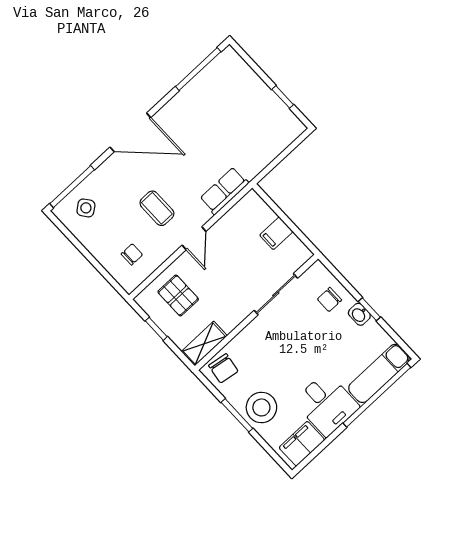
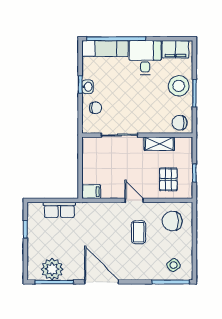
plant: (213, 81) -> (52, 269), added
door: (130, 132) -> (102, 282), moved
row of seats: (224, 191) -> (59, 210), moved
filing cabinet: (276, 233) -> (91, 192), moved
door: (194, 238) -> (134, 200), hinge flipped
chair: (132, 254) -> (172, 221), width x1.87, depth x1.87
shelving: (204, 344) -> (159, 144), moved
chair: (223, 368) -> (180, 123), turned -99

